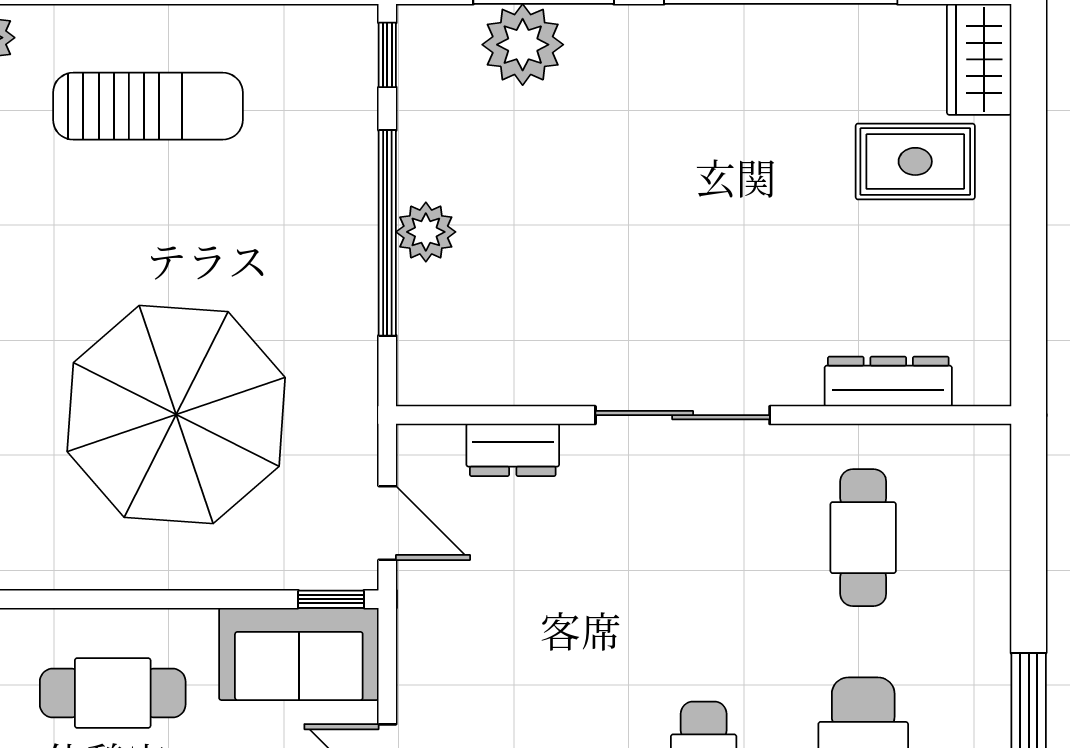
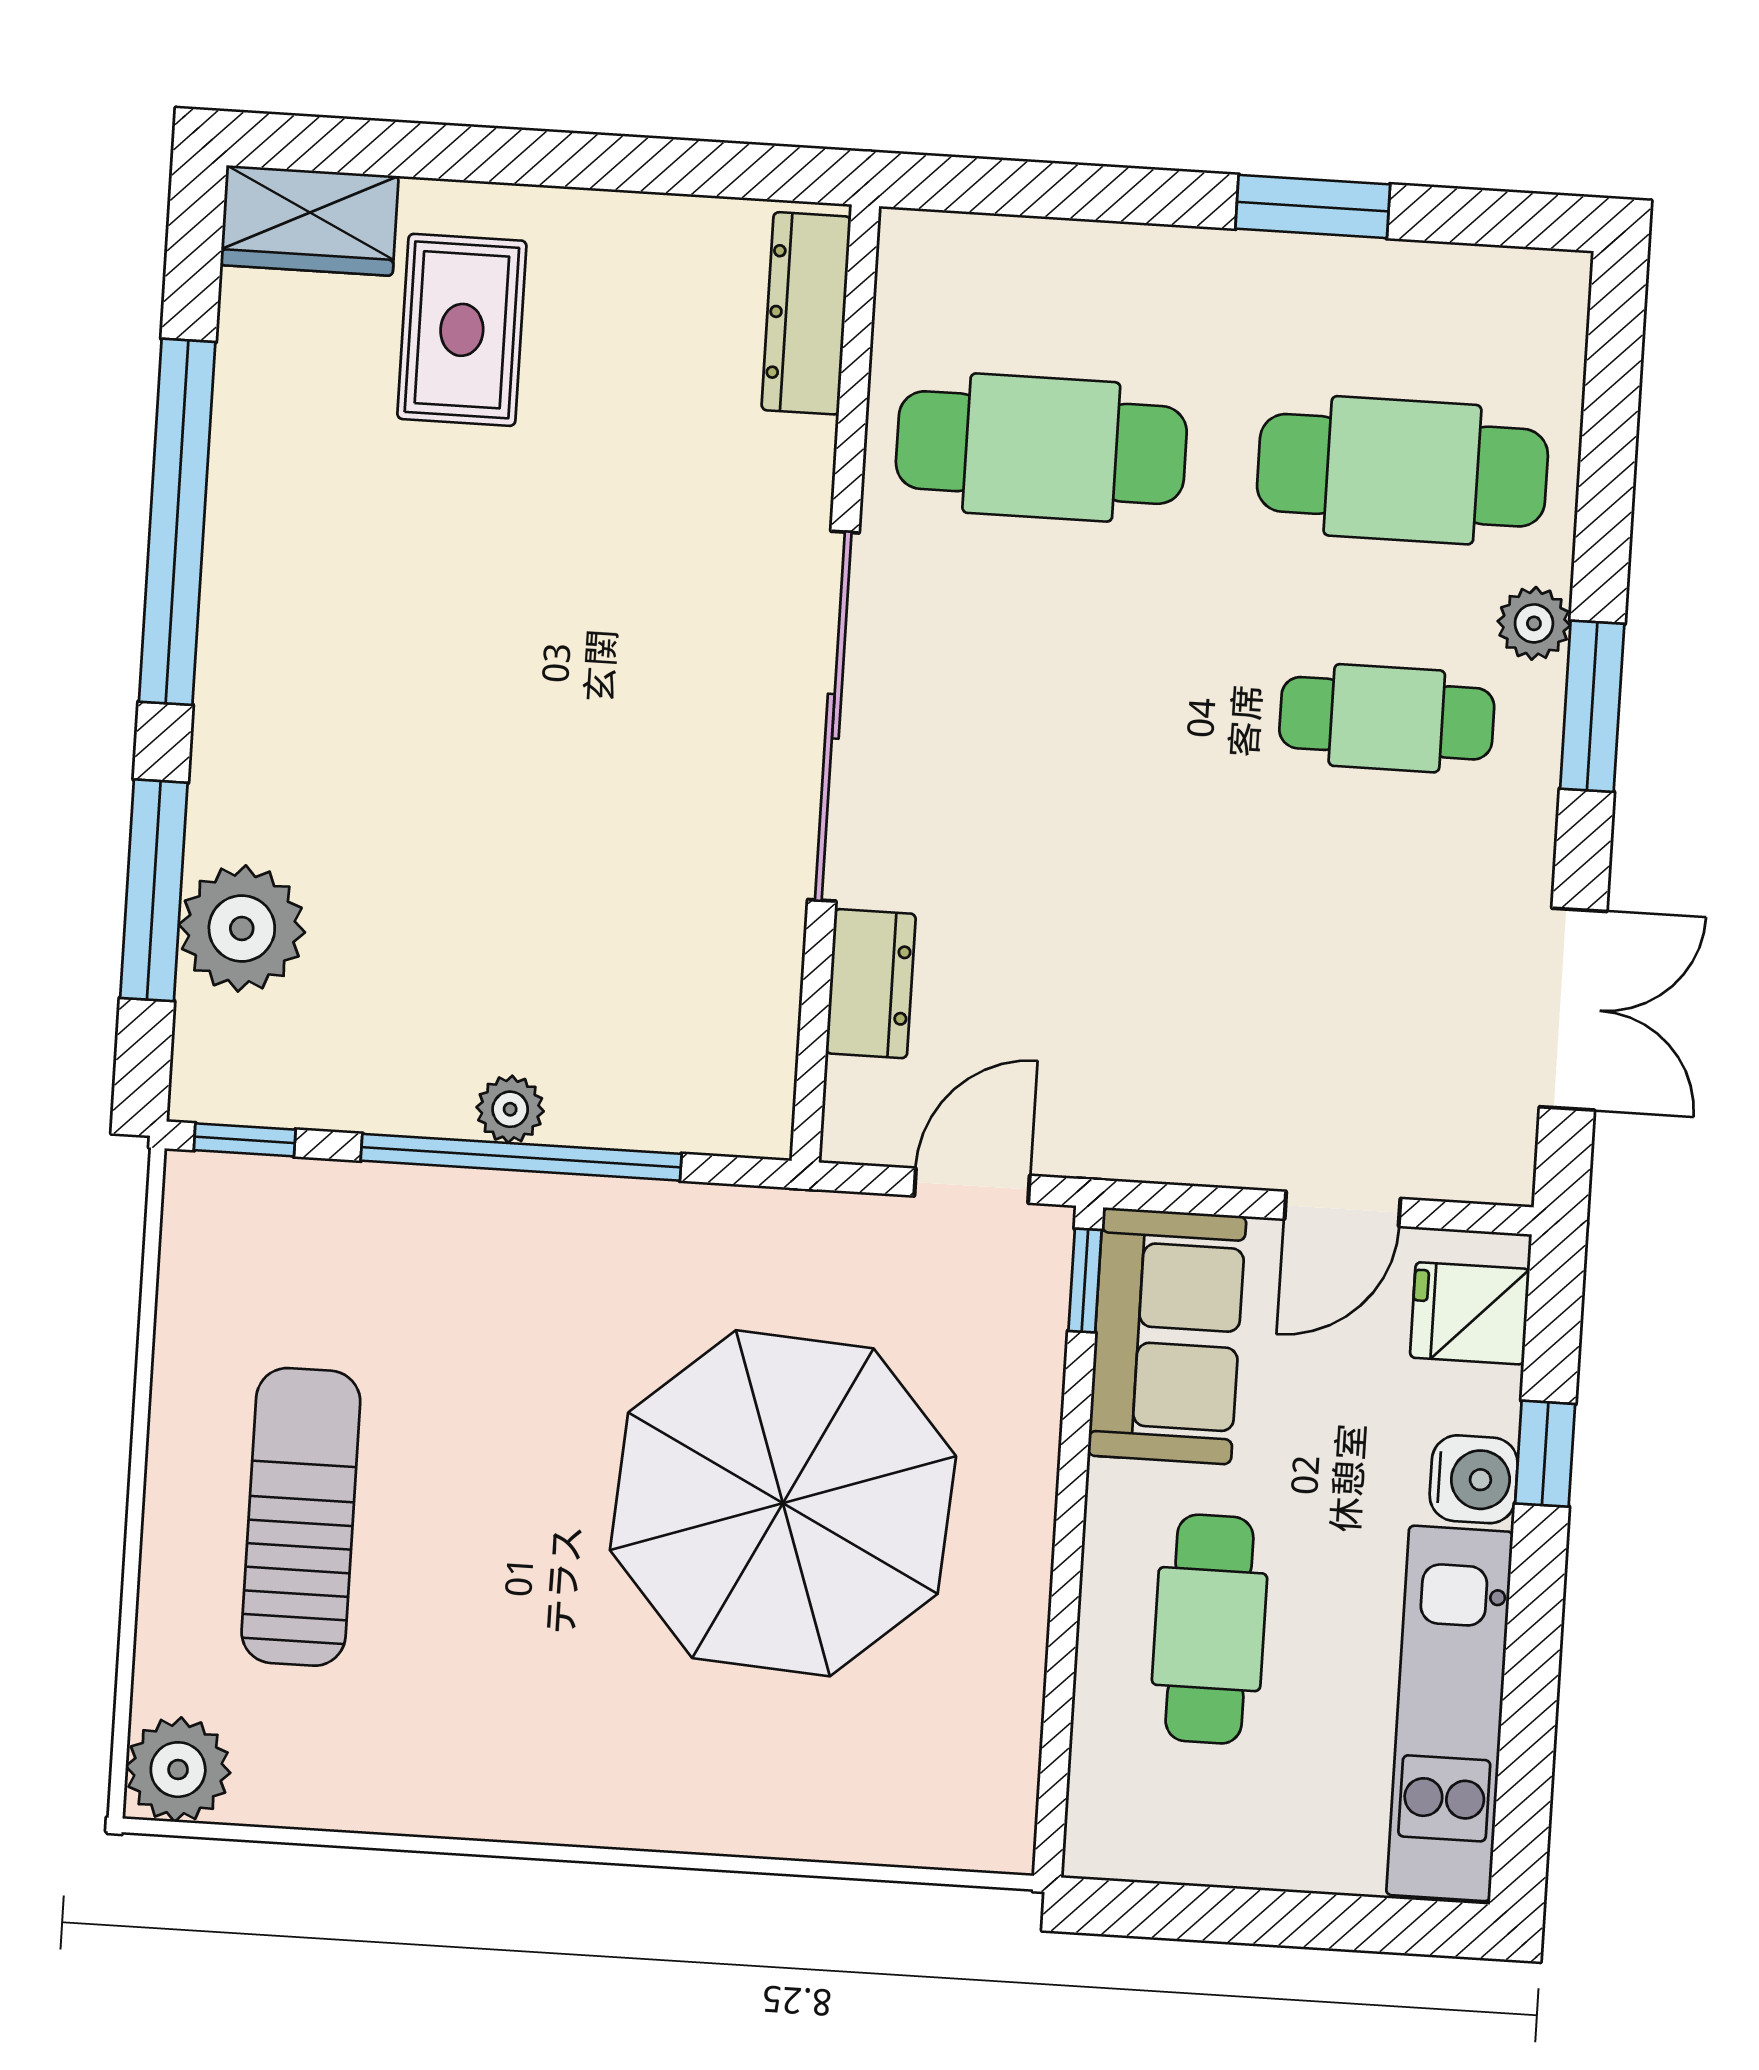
plant: (426, 232) -> (510, 1109), width x0.73, depth x0.73
dresser: (888, 382) -> (806, 313), moved
sliding door: (683, 415) -> (833, 716), width x1.36
cafe table: (863, 538) -> (1041, 448), width x1.37, depth x1.35

